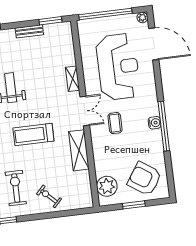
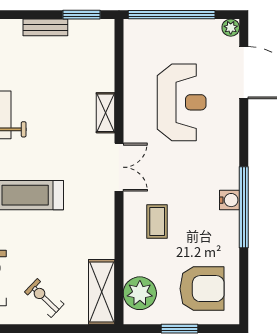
reception desk: (118, 67) -> (182, 102), width x0.74, depth x0.77
coffee table: (115, 123) -> (157, 221), moved
shelving: (79, 150) -> (102, 292), moved
armchair: (144, 179) -> (202, 289), turned 146

